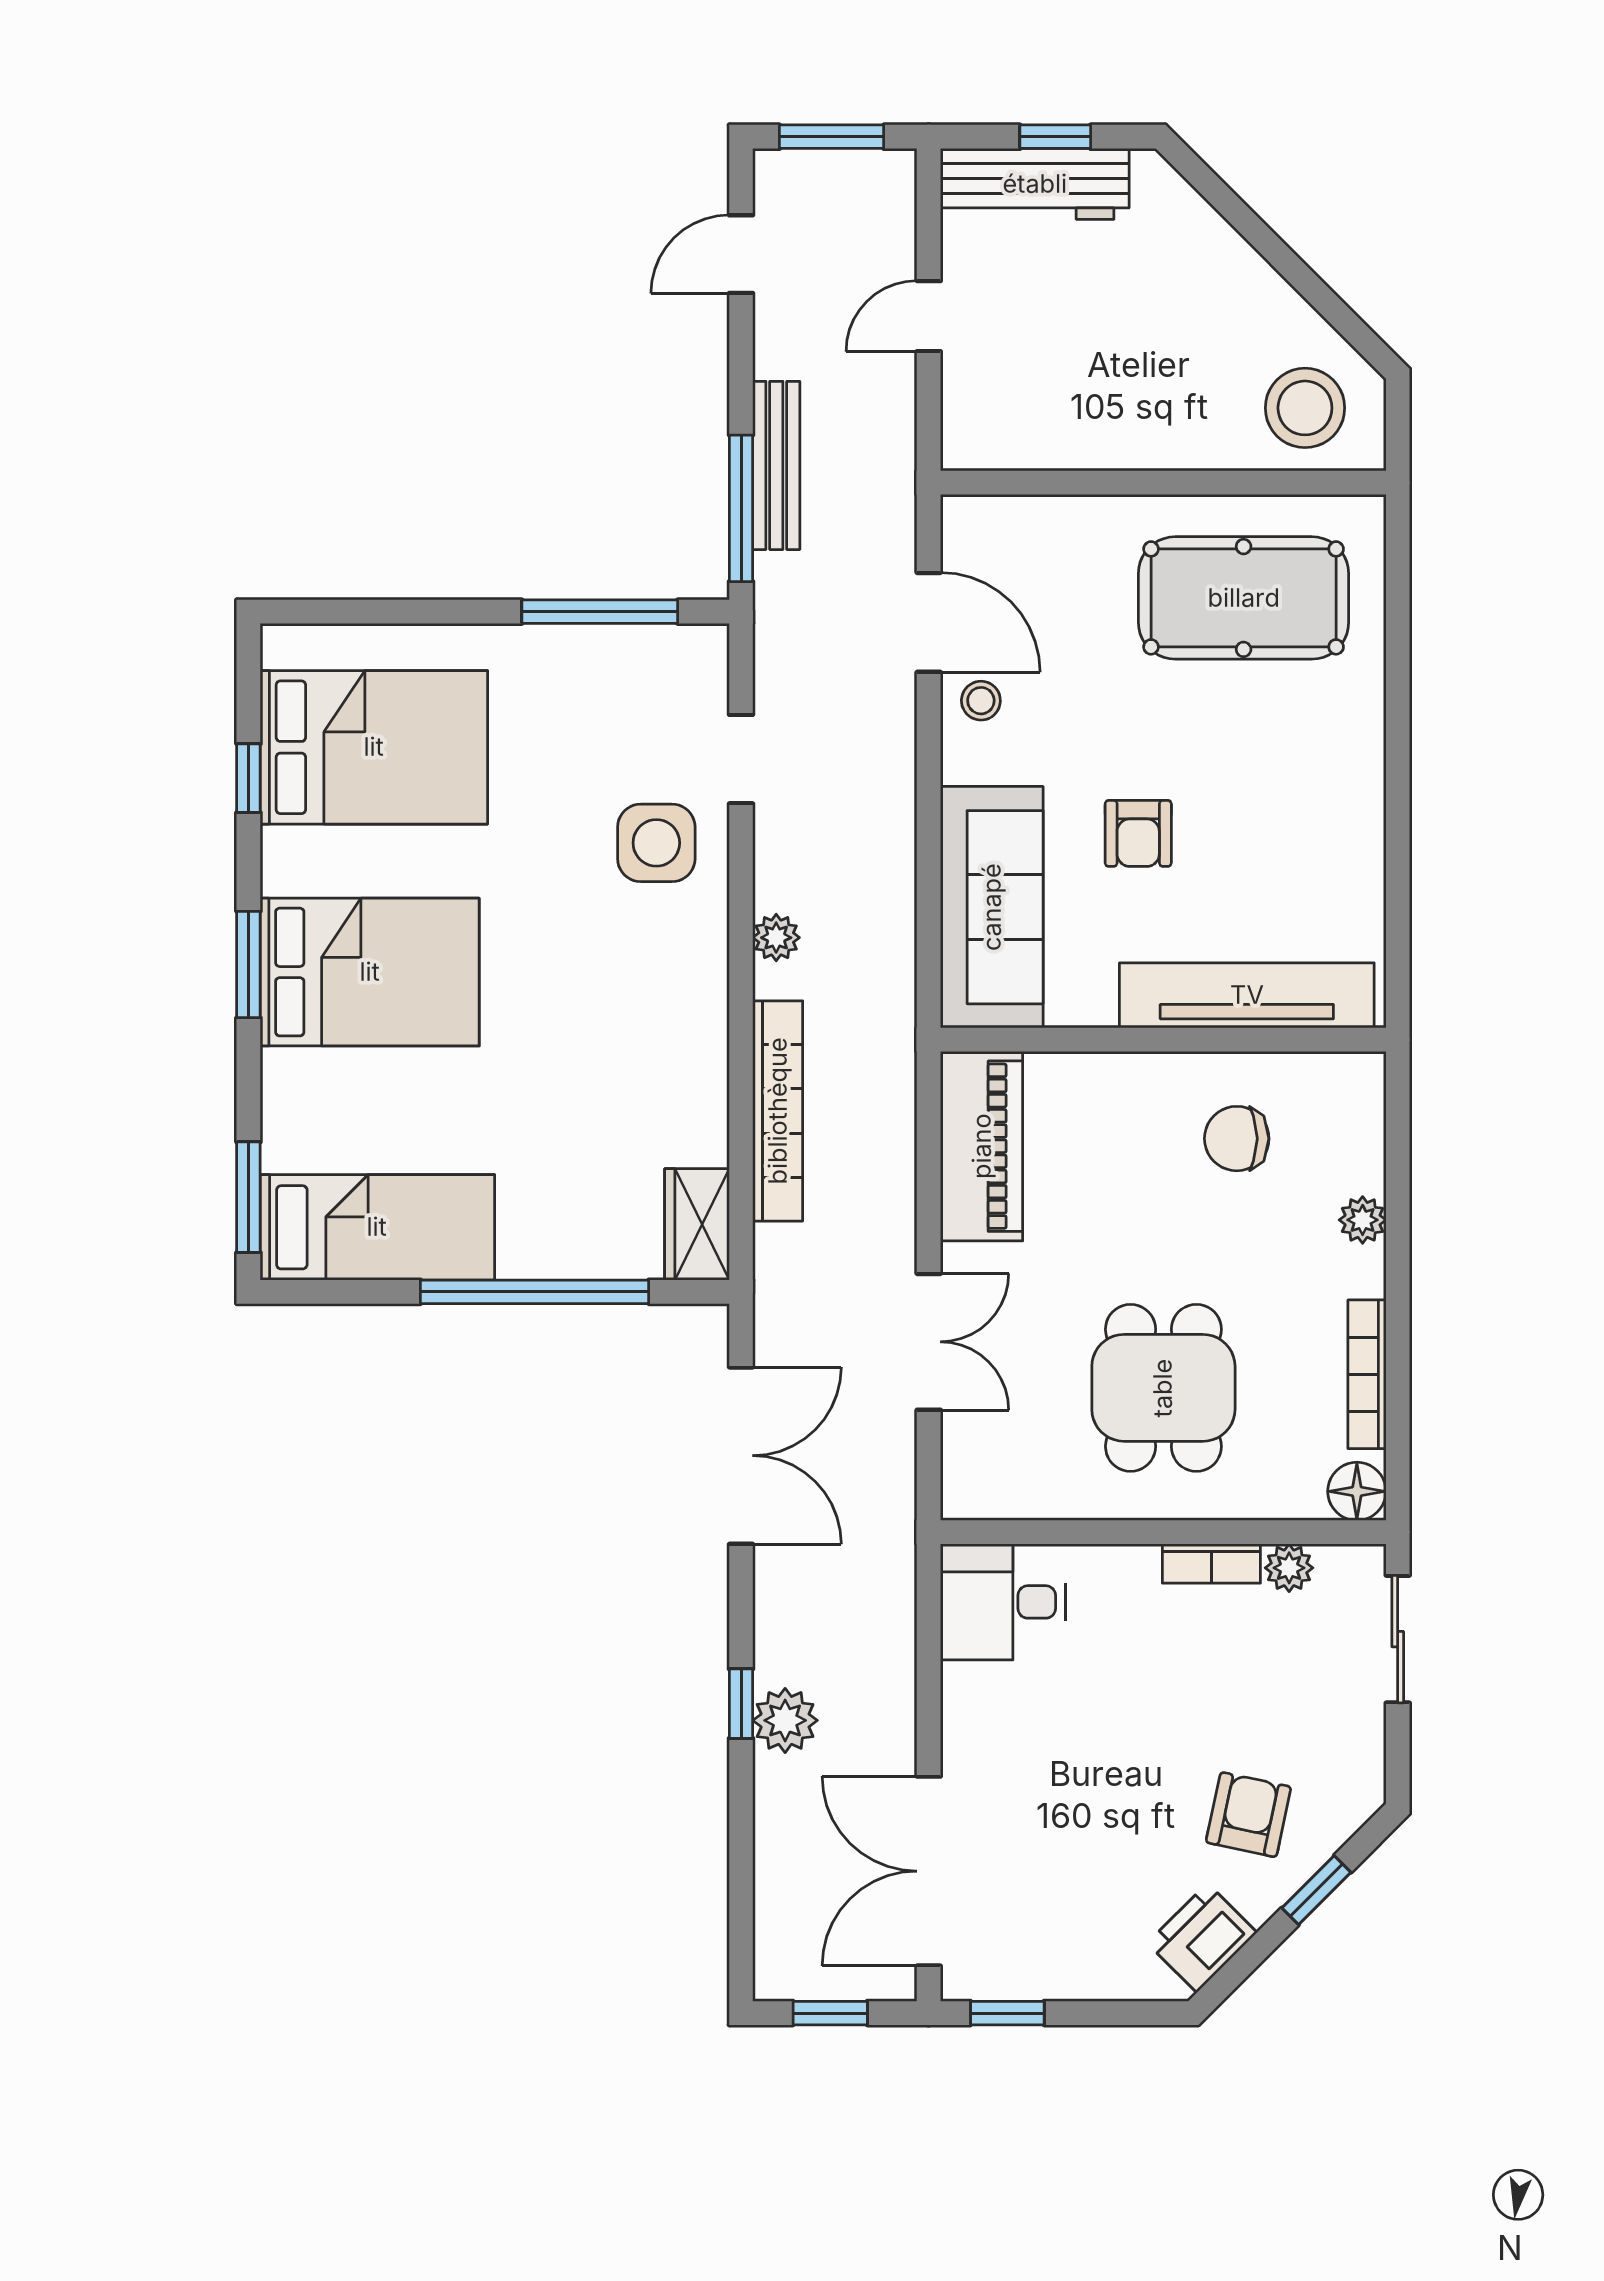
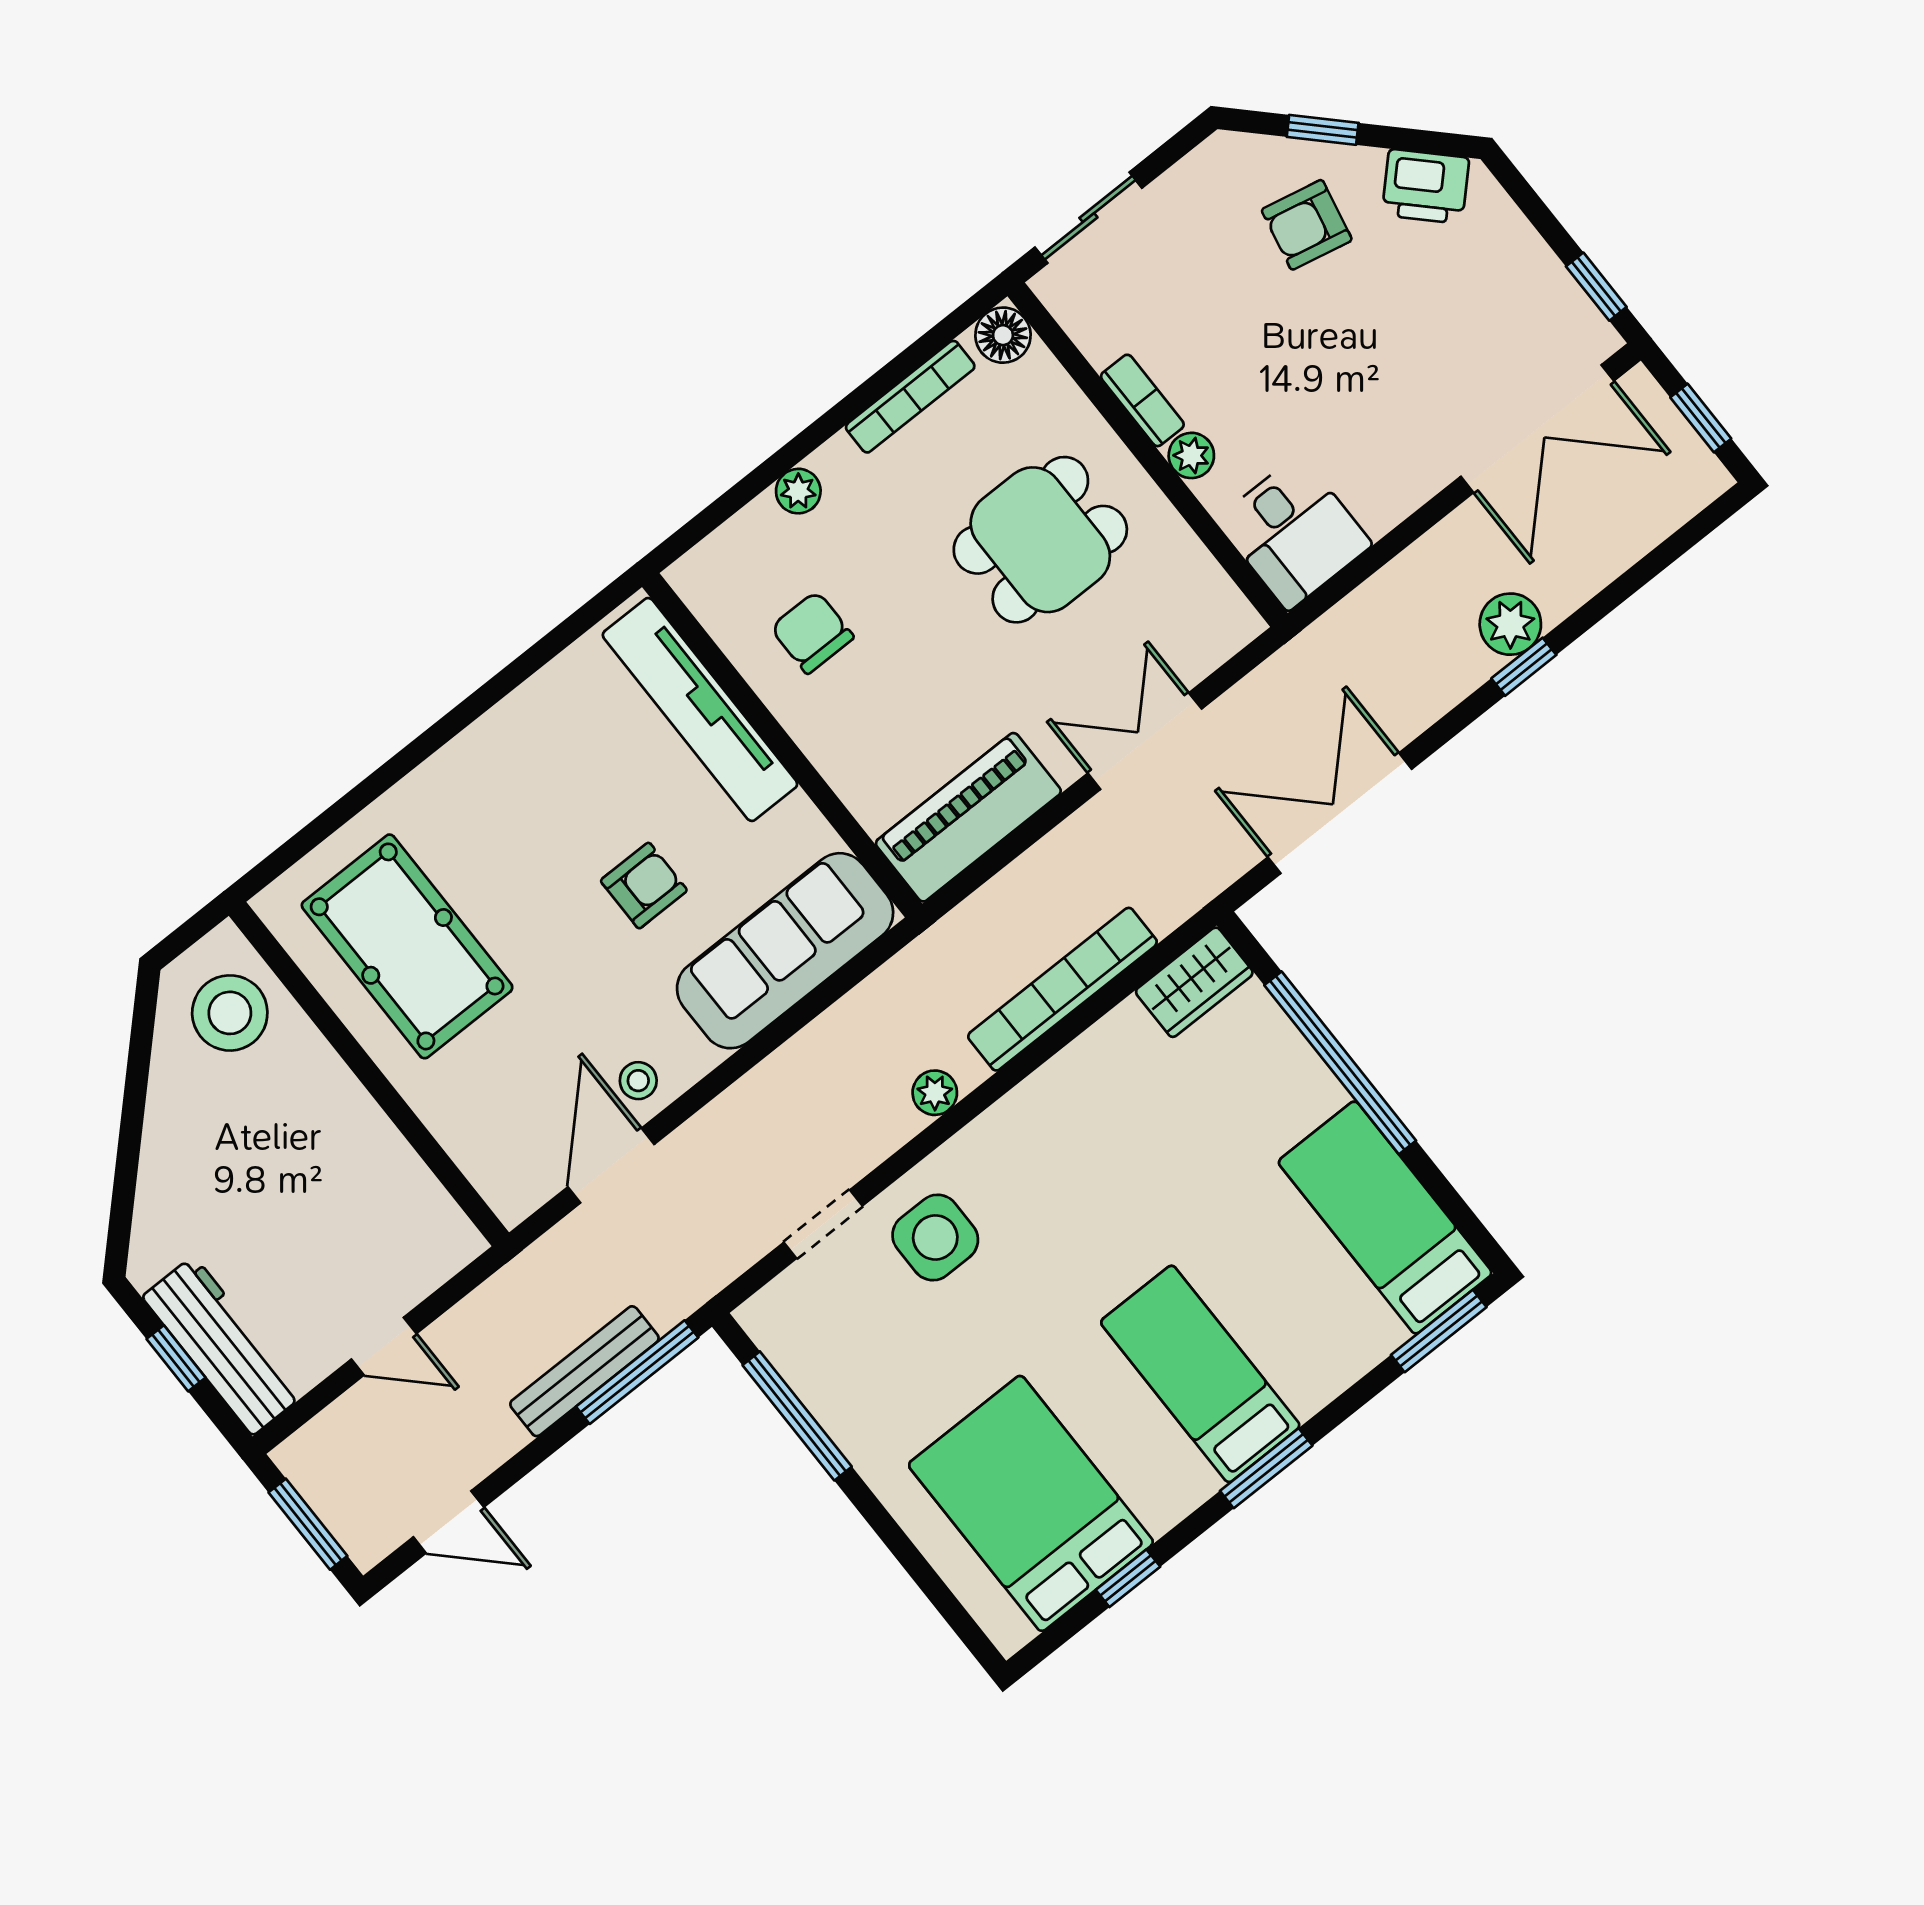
bed: (370, 972) -> (1200, 1374), width x0.67
chair: (1237, 1139) -> (812, 632), turned 180
plant: (1289, 1568) -> (1191, 455), moved

